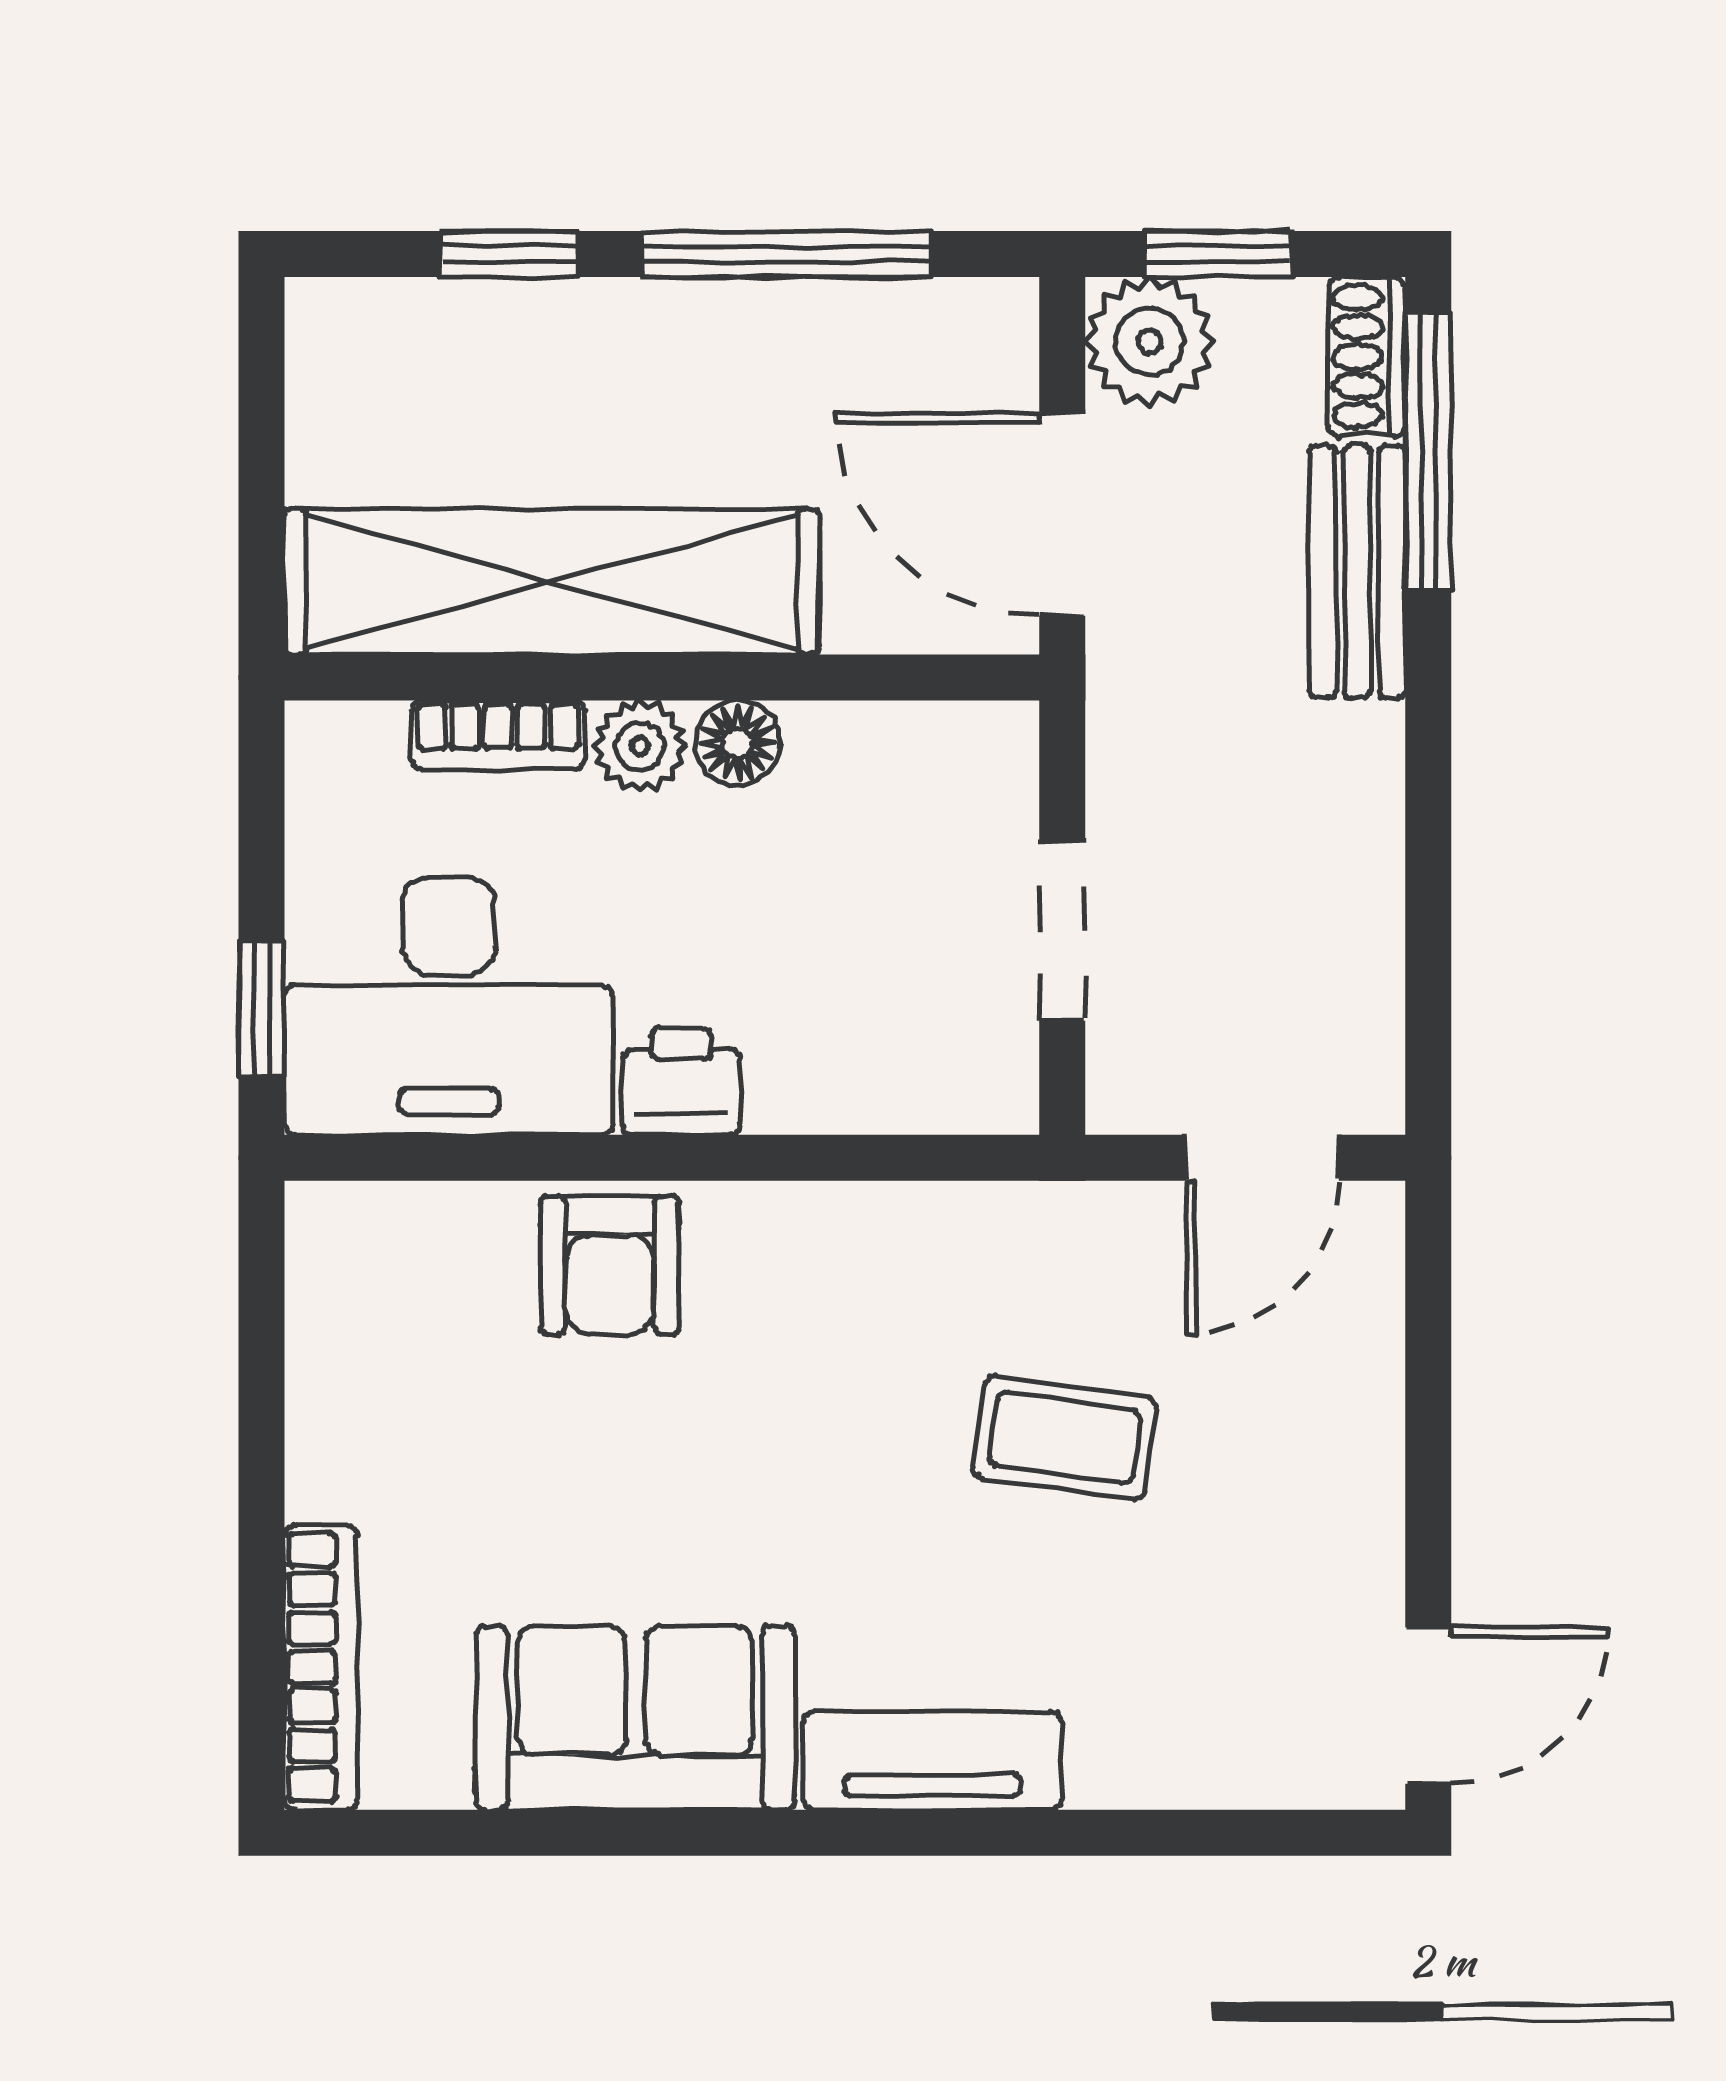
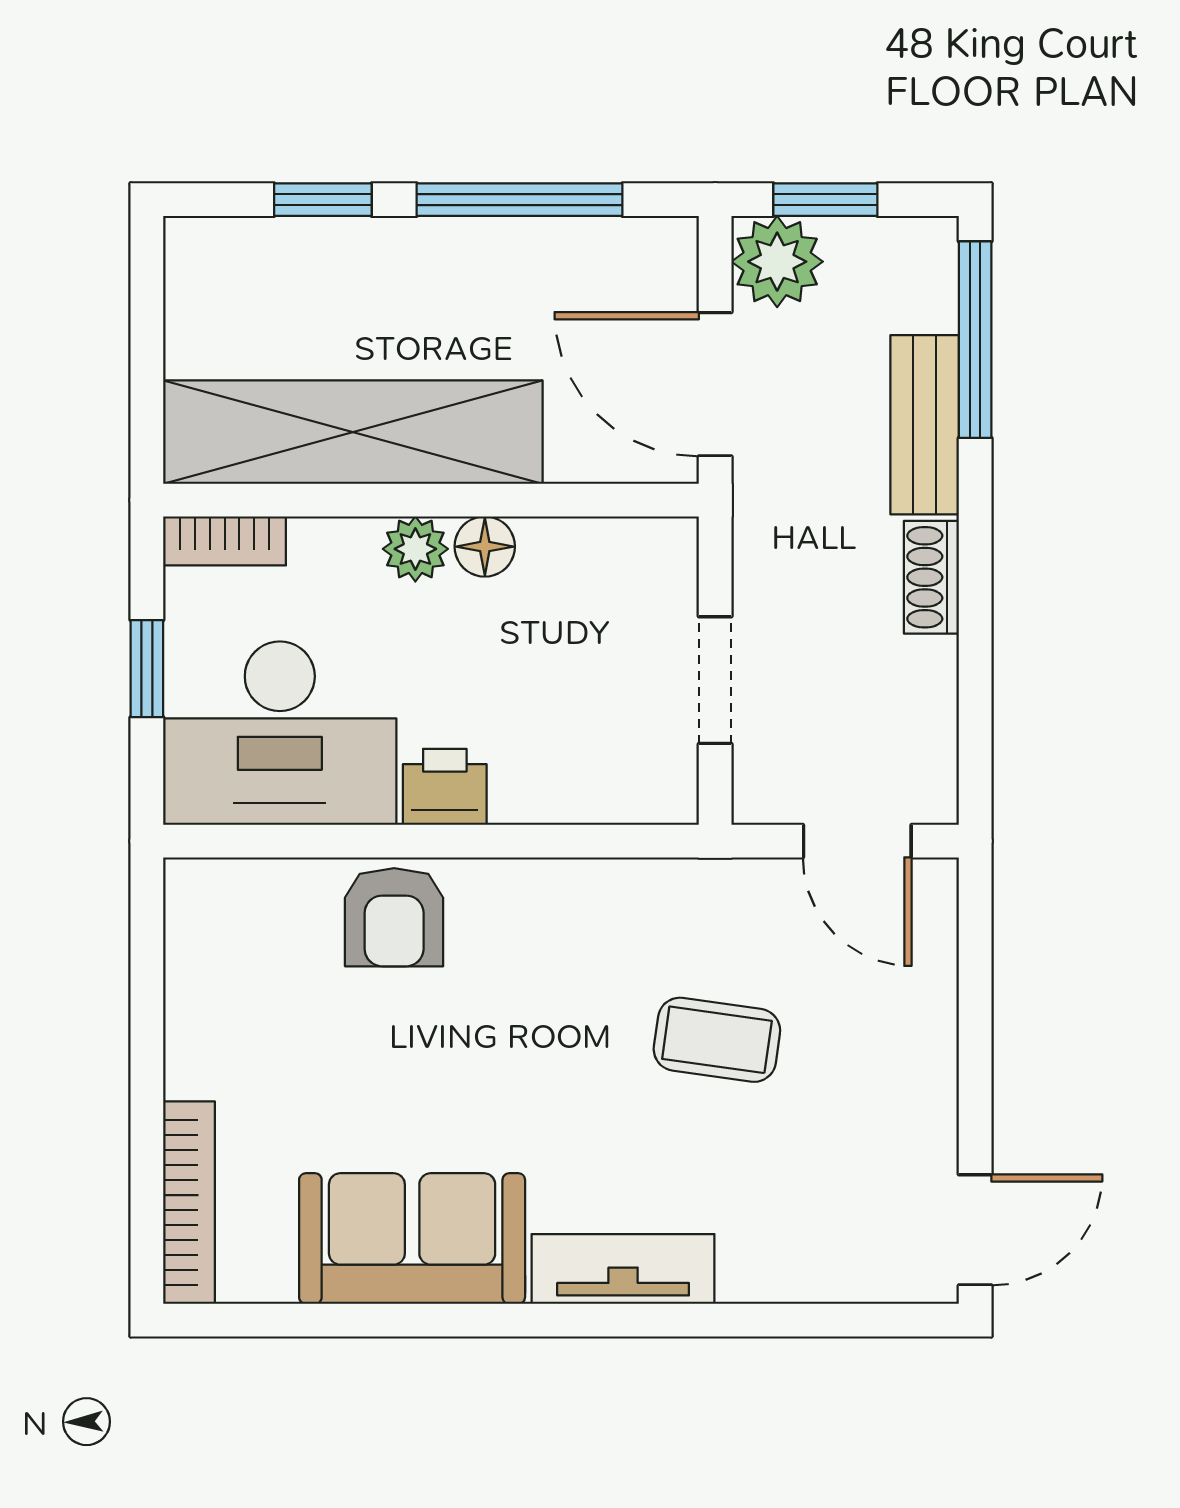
shoe rack: (1367, 356) -> (931, 577), moved
bookcase: (498, 735) -> (225, 541), moved
window: (261, 1009) -> (147, 669), moved
door: (1262, 1158) -> (857, 841), hinge flipped

